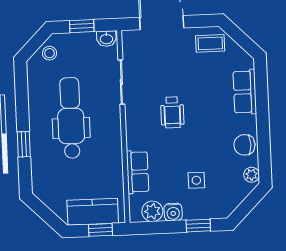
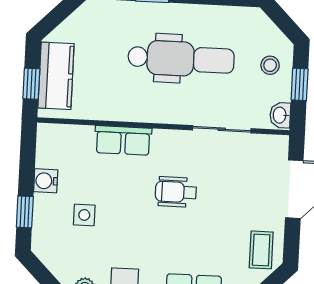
stool: (50, 53) -> (270, 65), moved
row of seats: (138, 172) -> (123, 140), moved
plant: (152, 211) -> (49, 154), removed

